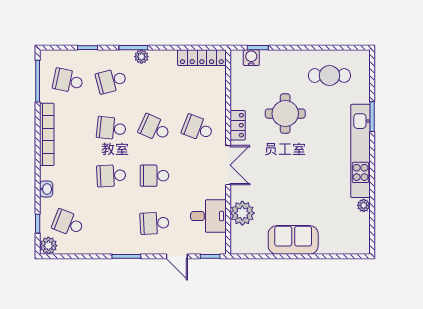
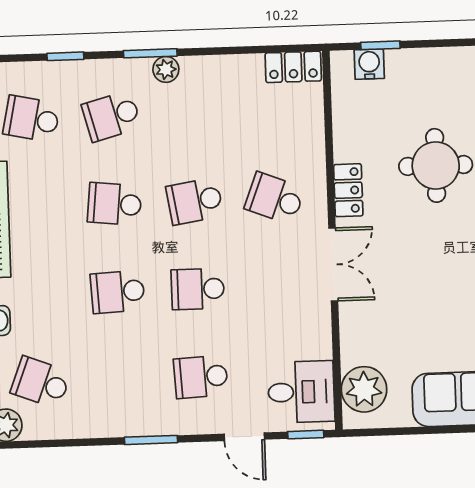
locker: (202, 58) -> (293, 67), width x0.66
school desk: (154, 128) -> (195, 201), turned -33
plant: (242, 213) -> (364, 389), moved
desk: (208, 216) -> (301, 392), moved

